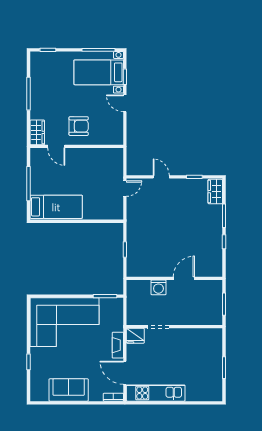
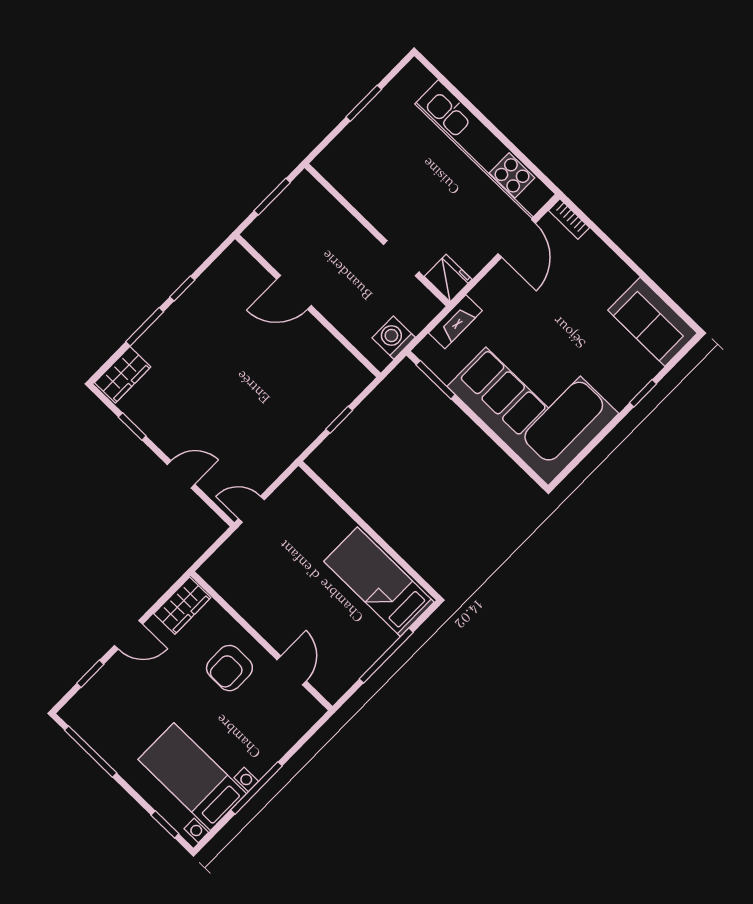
bed with nightstands: (99, 72) -> (192, 777), moved, turned 180
door: (125, 103) -> (128, 635), hinge flipped
armchair: (79, 126) -> (229, 668), turned -90
wardrobe: (37, 132) -> (182, 606), moved, turned 180
door: (161, 177) -> (181, 474), swing flipped
washing machine: (158, 287) -> (394, 338), moved, turned -90
fireplace: (118, 345) -> (455, 322), moved
sofa: (69, 390) -> (652, 322), moved
kitchen unit: (156, 393) -> (485, 149), width x1.36

